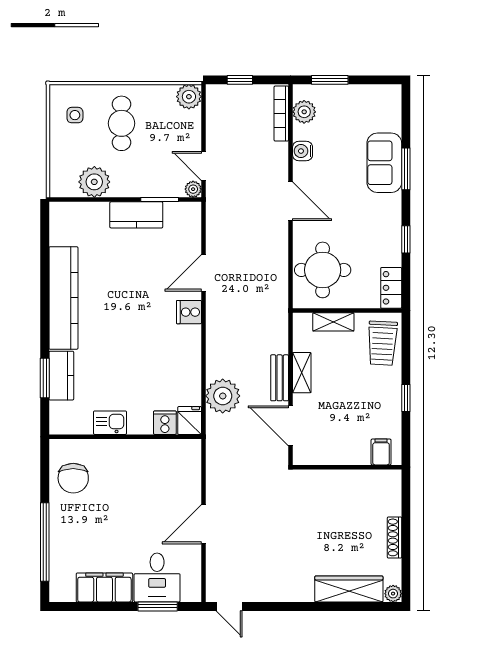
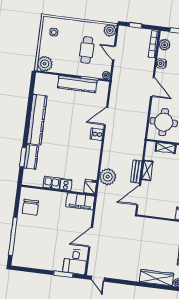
cafe table: (121, 123) -> (87, 50), moved
door: (204, 166) -> (114, 53), moved
plant: (94, 182) -> (45, 64), moved
kitchen counter: (136, 215) -> (77, 84), width x1.50
cooker: (165, 423) -> (66, 185), moved
door: (291, 426) -> (139, 195), hinge flipped
desk: (157, 577) -> (75, 262), moved
filing cabinet: (104, 588) -> (80, 201), moved, turned 180

